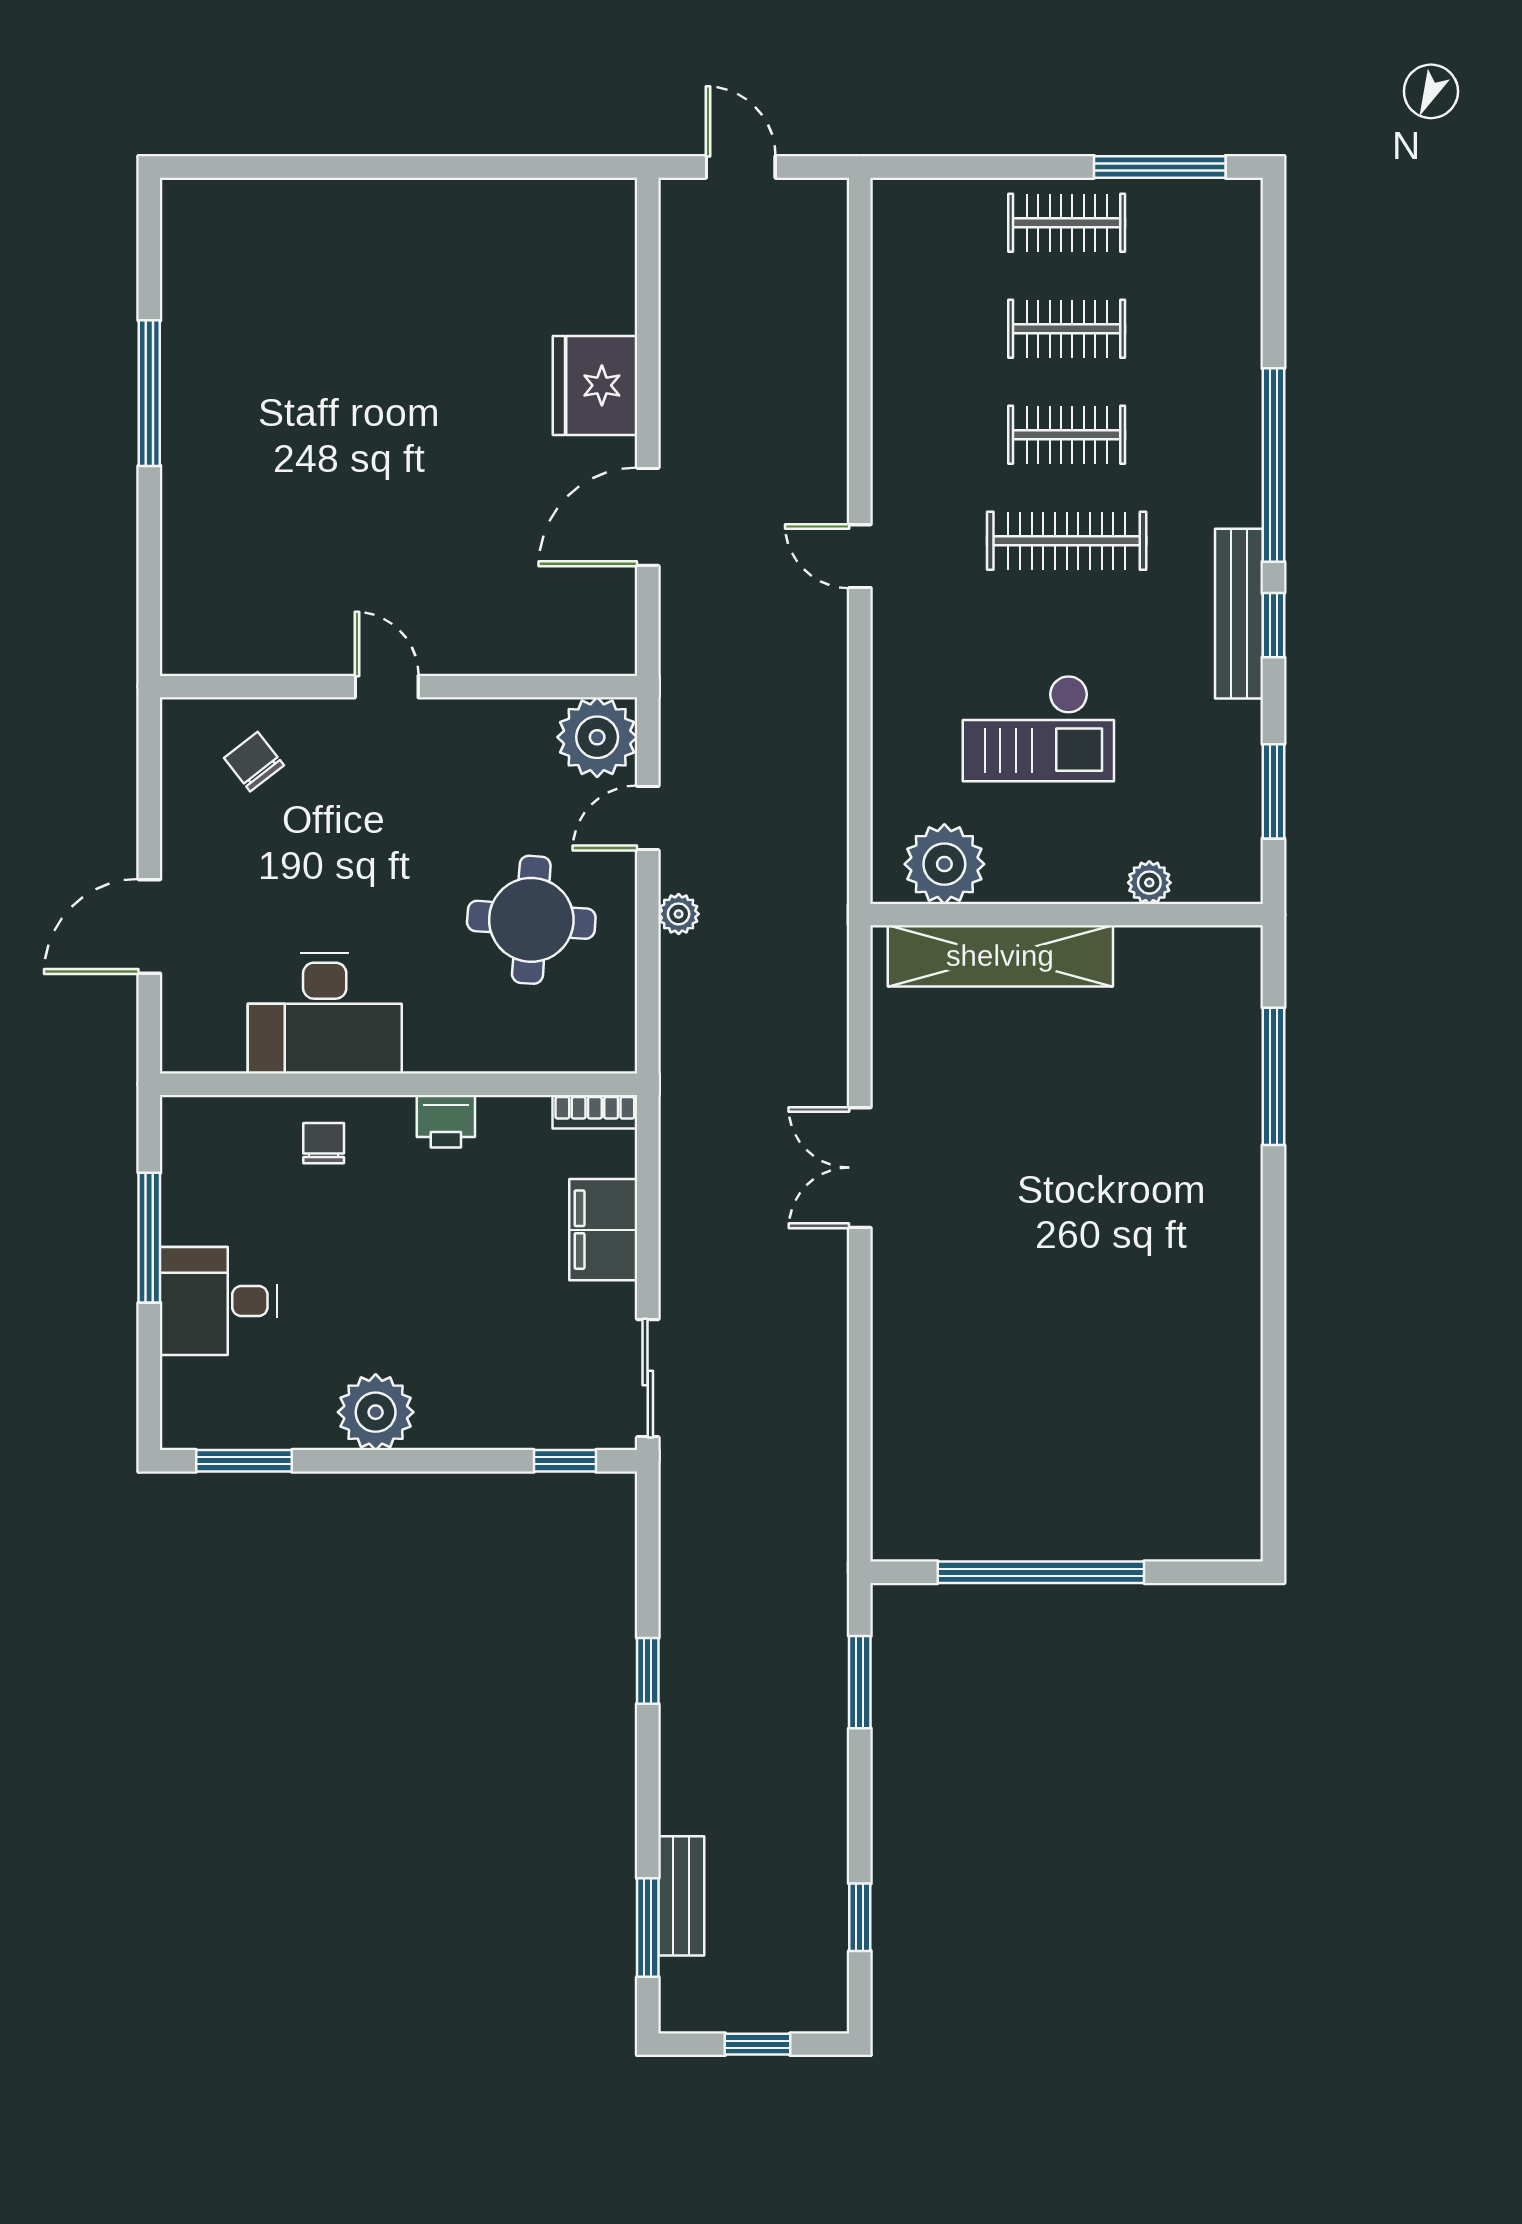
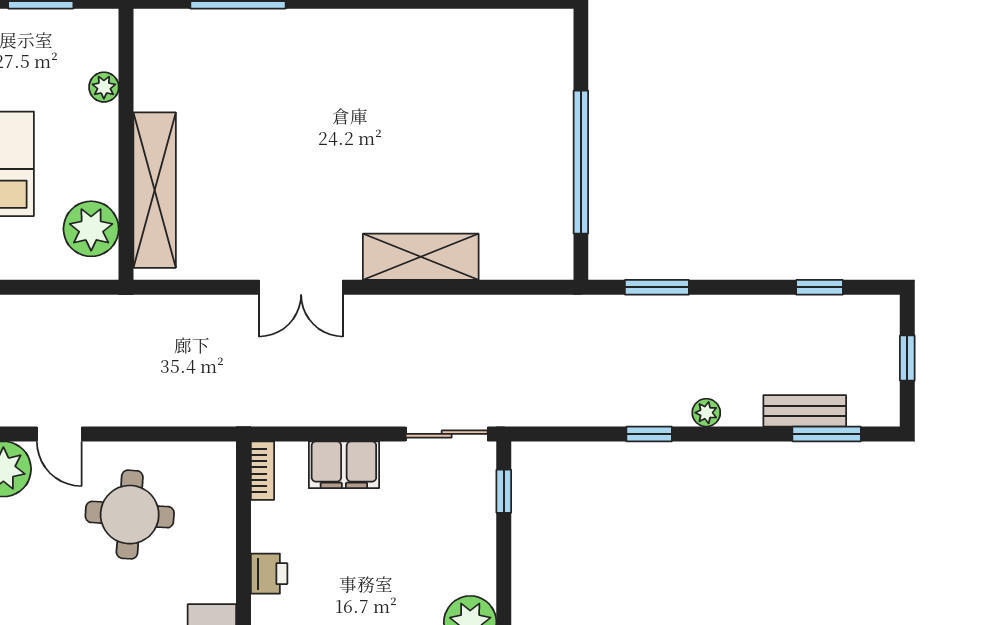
plant: (679, 914) -> (706, 413), moved
shelving: (904, 1341) -> (421, 257), added

